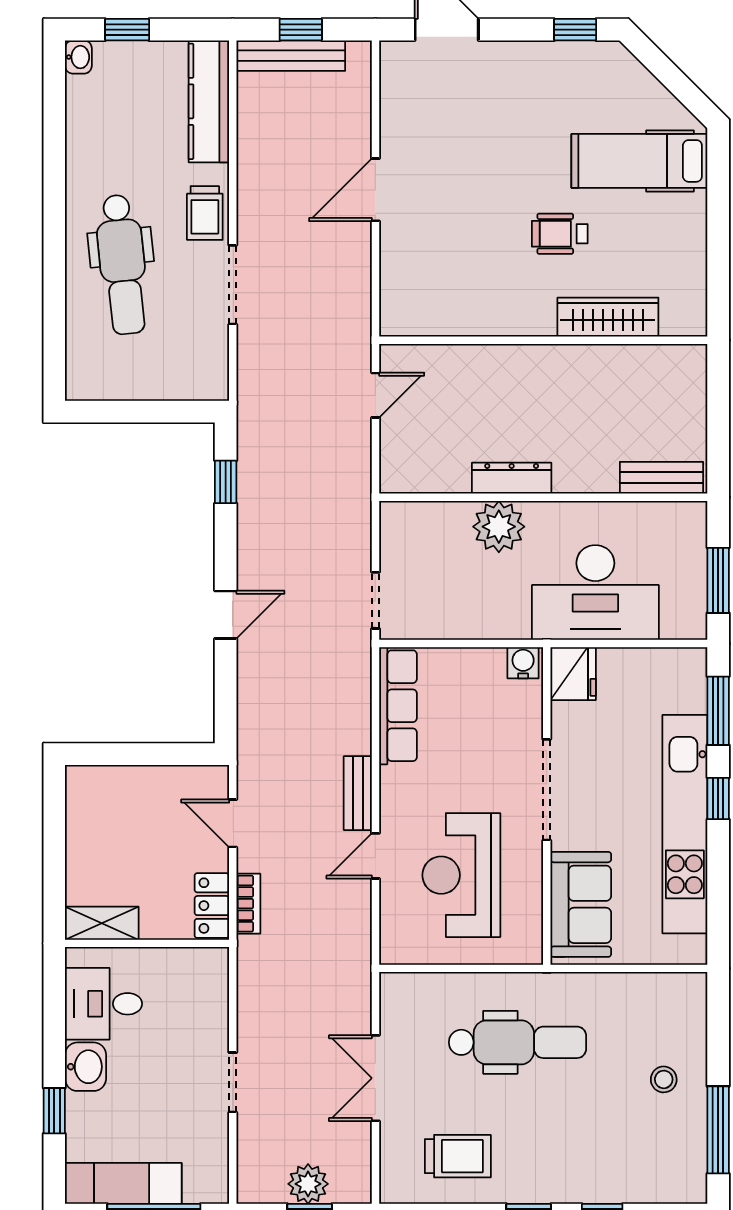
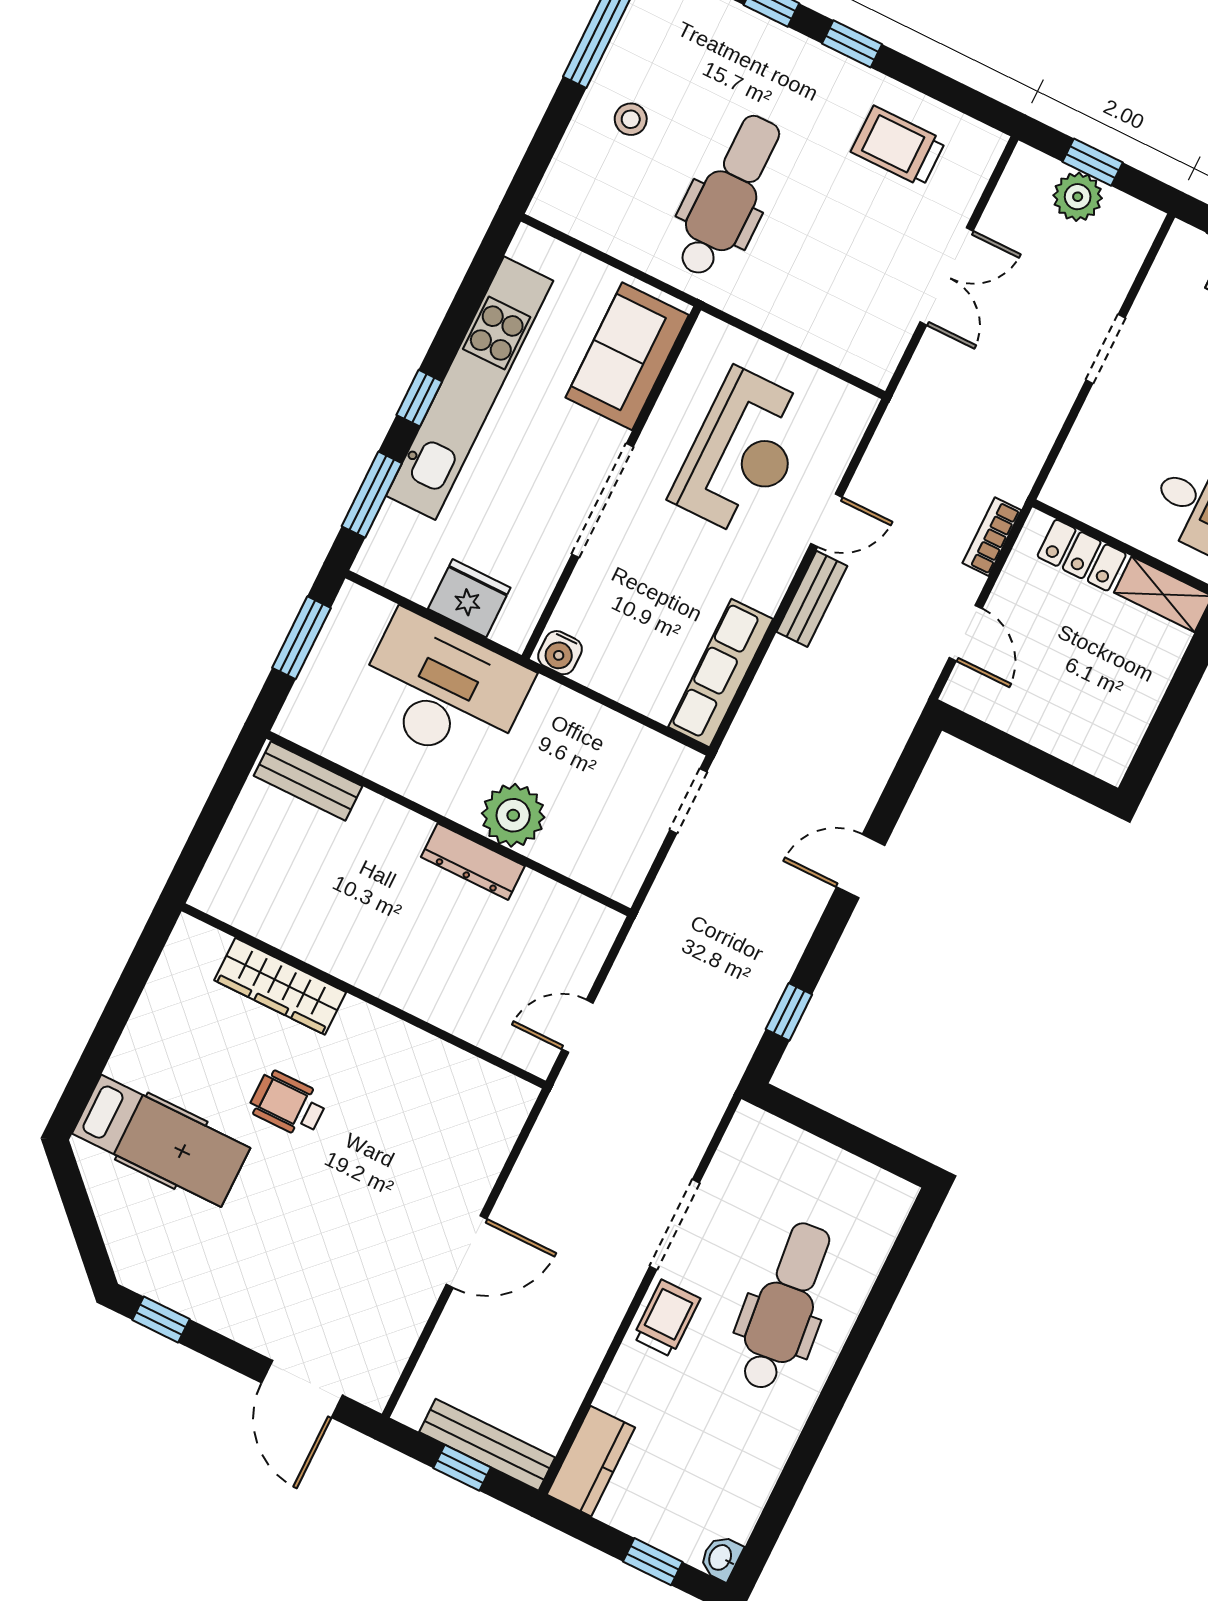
kitchen counter: (209, 101) -> (591, 1461), width x0.67
wheelchair: (560, 234) -> (288, 1104), turned 180
fridge: (573, 674) -> (469, 598), moved, turned 90
locker: (212, 906) -> (1082, 555), moved, turned 90
dental chair: (518, 1042) -> (729, 196), moved, turned 90

